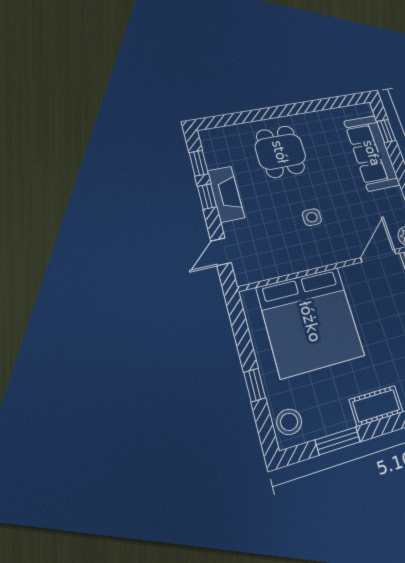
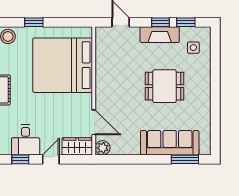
window: (386, 131) -> (185, 159), width x1.50
dining table: (280, 152) -> (164, 86), moved
side table: (312, 217) -> (193, 48), moved

